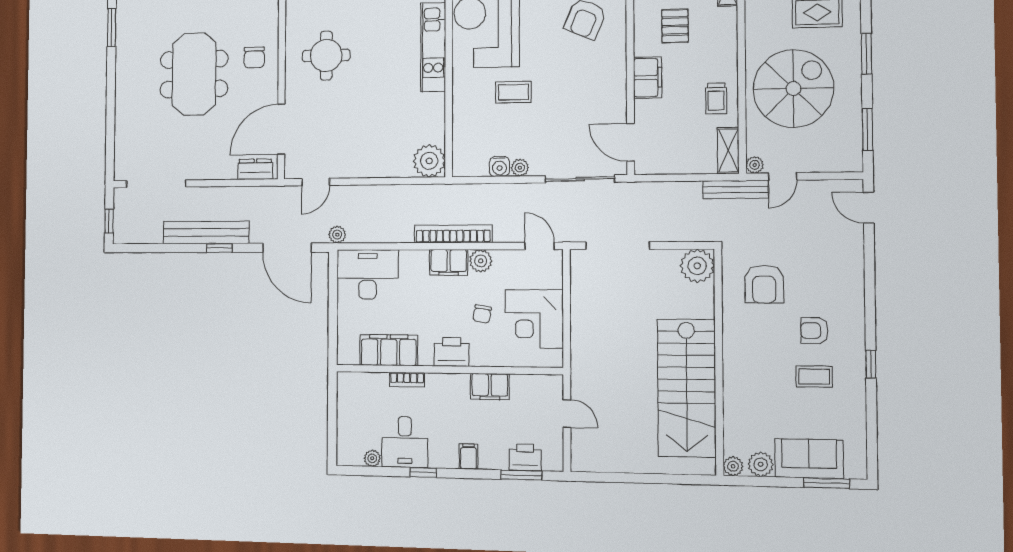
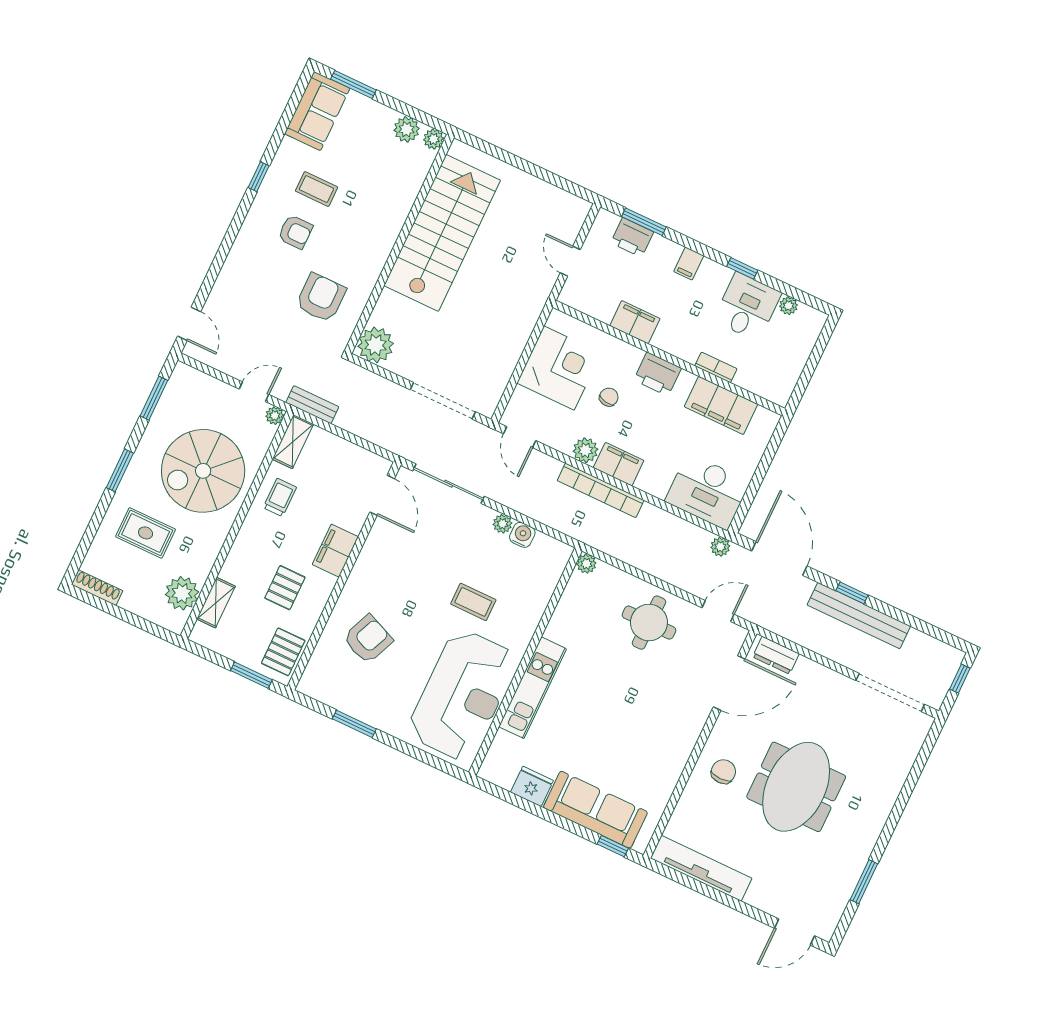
round table: (326, 56) -> (649, 623), moved
plant: (429, 161) -> (586, 564), width x0.53, depth x0.53
bench: (735, 189) -> (312, 405), width x0.73
sofa: (809, 459) -> (317, 111), moved, turned -90

